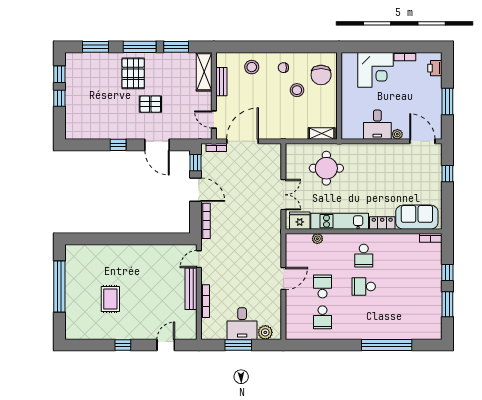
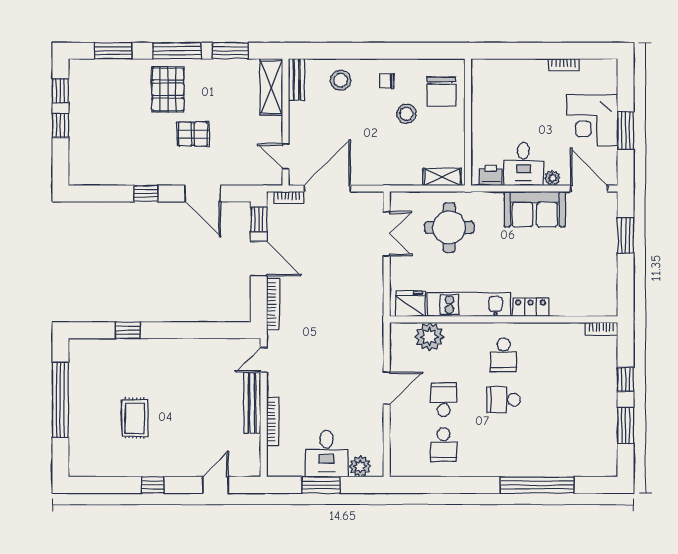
printer: (435, 68) -> (491, 175), moved, turned 90
corner desk: (376, 70) -> (592, 120), moved, turned 90
bench: (221, 82) -> (296, 79), moved
window: (447, 174) -> (626, 235), width x1.50
double door: (283, 195) -> (387, 234), moved
sofa: (417, 217) -> (535, 209), moved, turned 180
window: (106, 239) -> (128, 330), added
plant: (317, 239) -> (430, 337), width x1.88, depth x1.88

